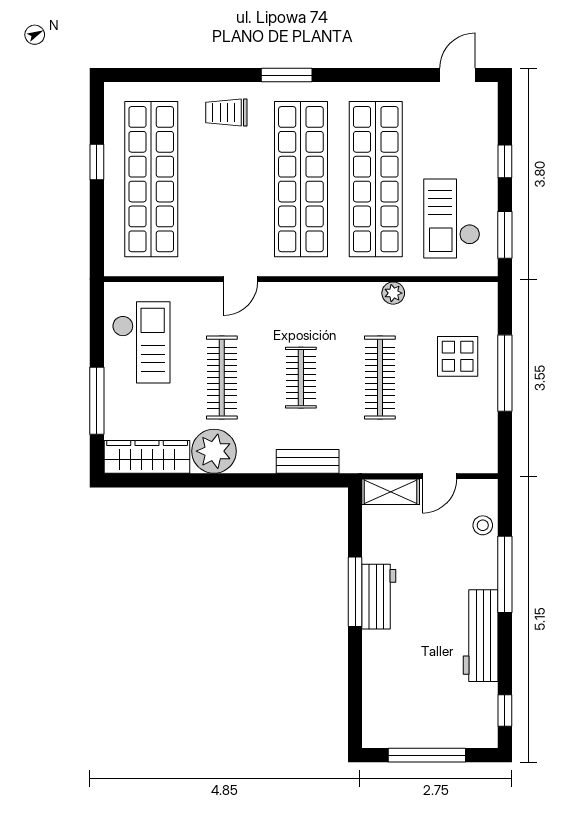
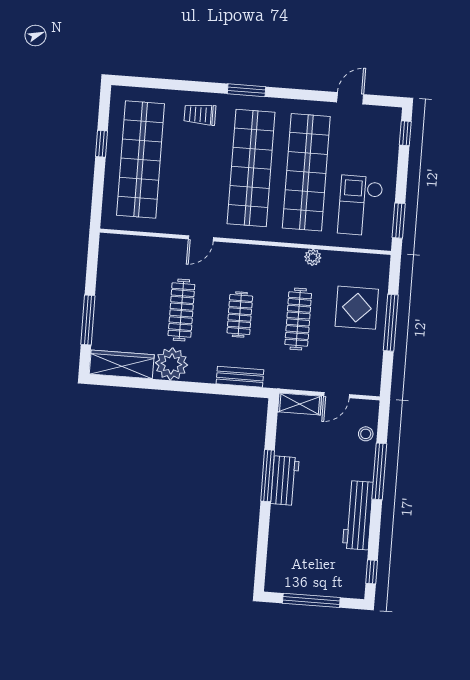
door: (458, 75) -> (350, 98), moved
window: (505, 161) -> (405, 133), moved
checkout: (141, 342) -> (124, 279), removed
display table: (458, 356) -> (357, 308), width x1.36, depth x1.36

